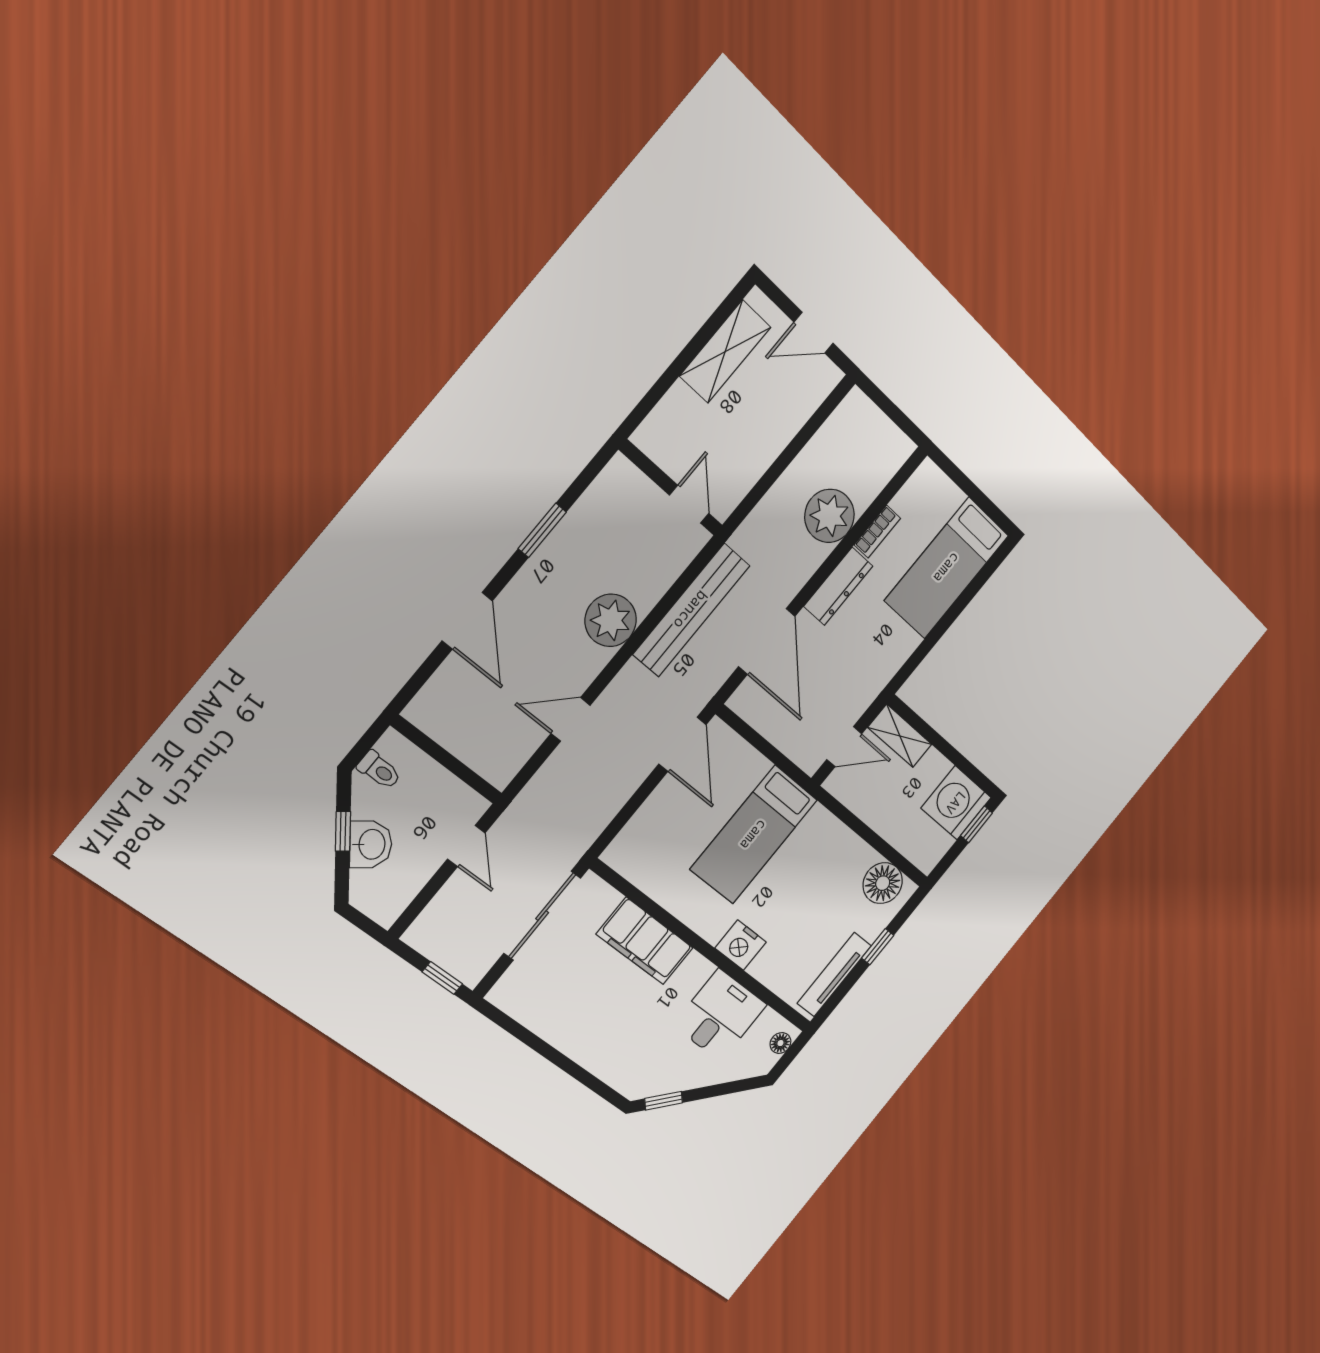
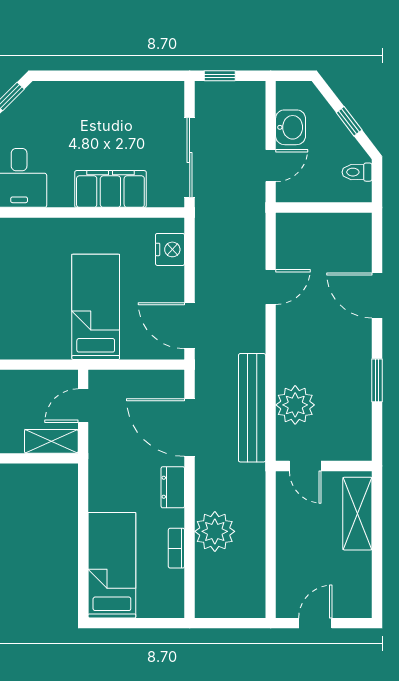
shelving: (725, 352) -> (357, 514), moved
dresser: (838, 586) -> (173, 487), width x0.70
plant: (611, 620) -> (295, 405), moved
washbasin: (371, 844) -> (291, 127), moved, turned -143
door: (466, 846) -> (271, 166), swing flipped
nightstand: (741, 945) -> (170, 249), moved, turned 90

